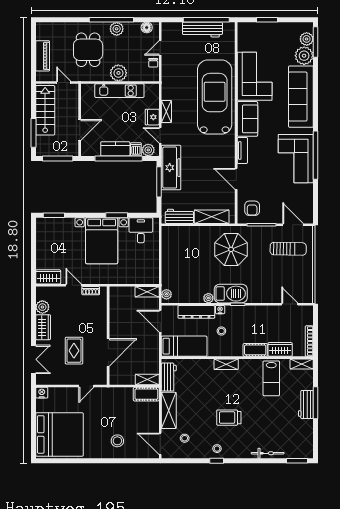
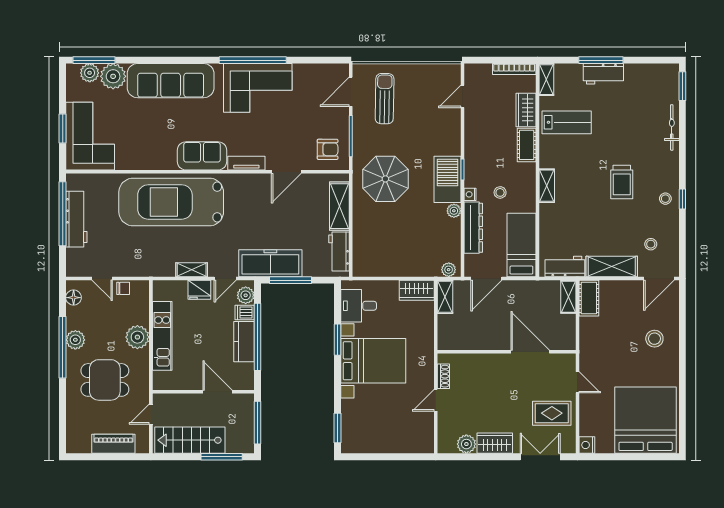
corner sofa: (255, 76) -> (90, 136), moved, turned 90
wardrobe: (48, 277) -> (417, 290), moved, turned -90
rug: (74, 351) -> (552, 413), moved

